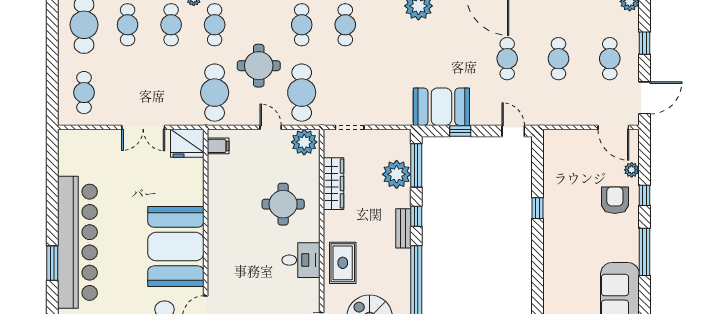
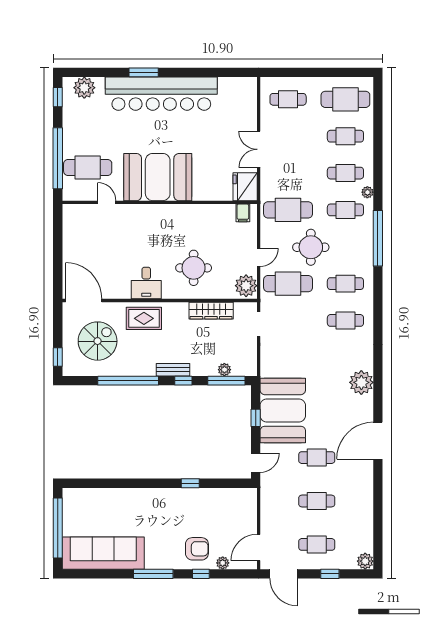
booth: (441, 107) -> (283, 410), width x1.36, depth x1.42
plant: (397, 174) -> (224, 370), width x0.53, depth x0.53

